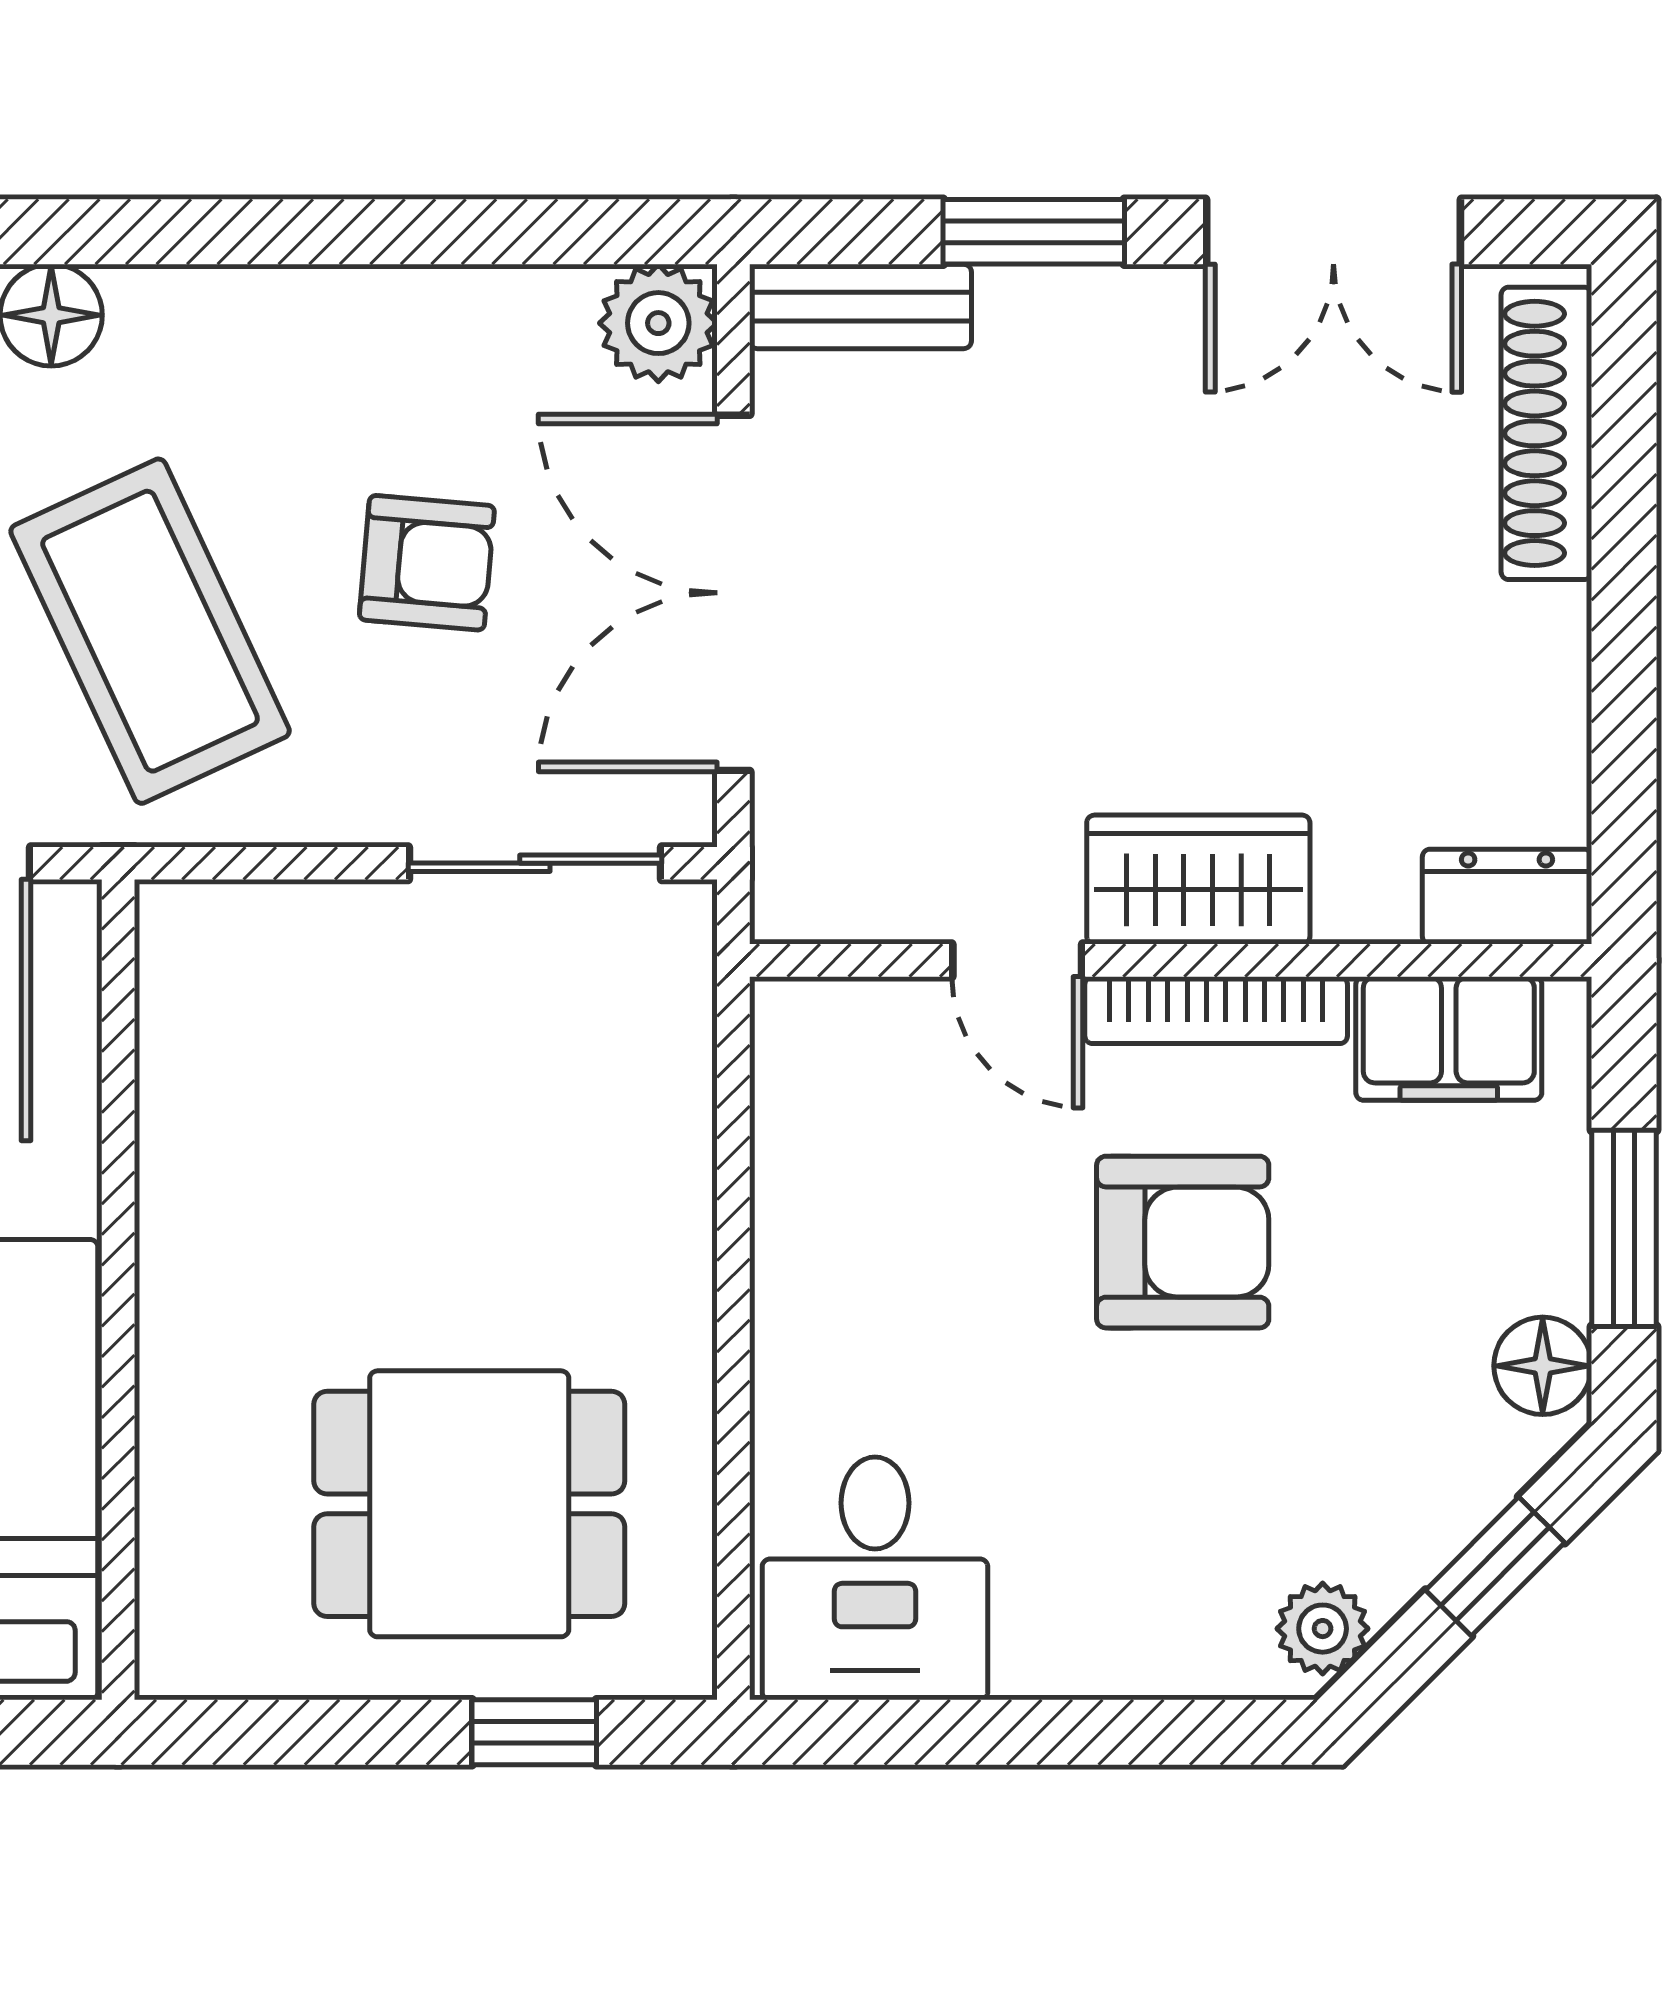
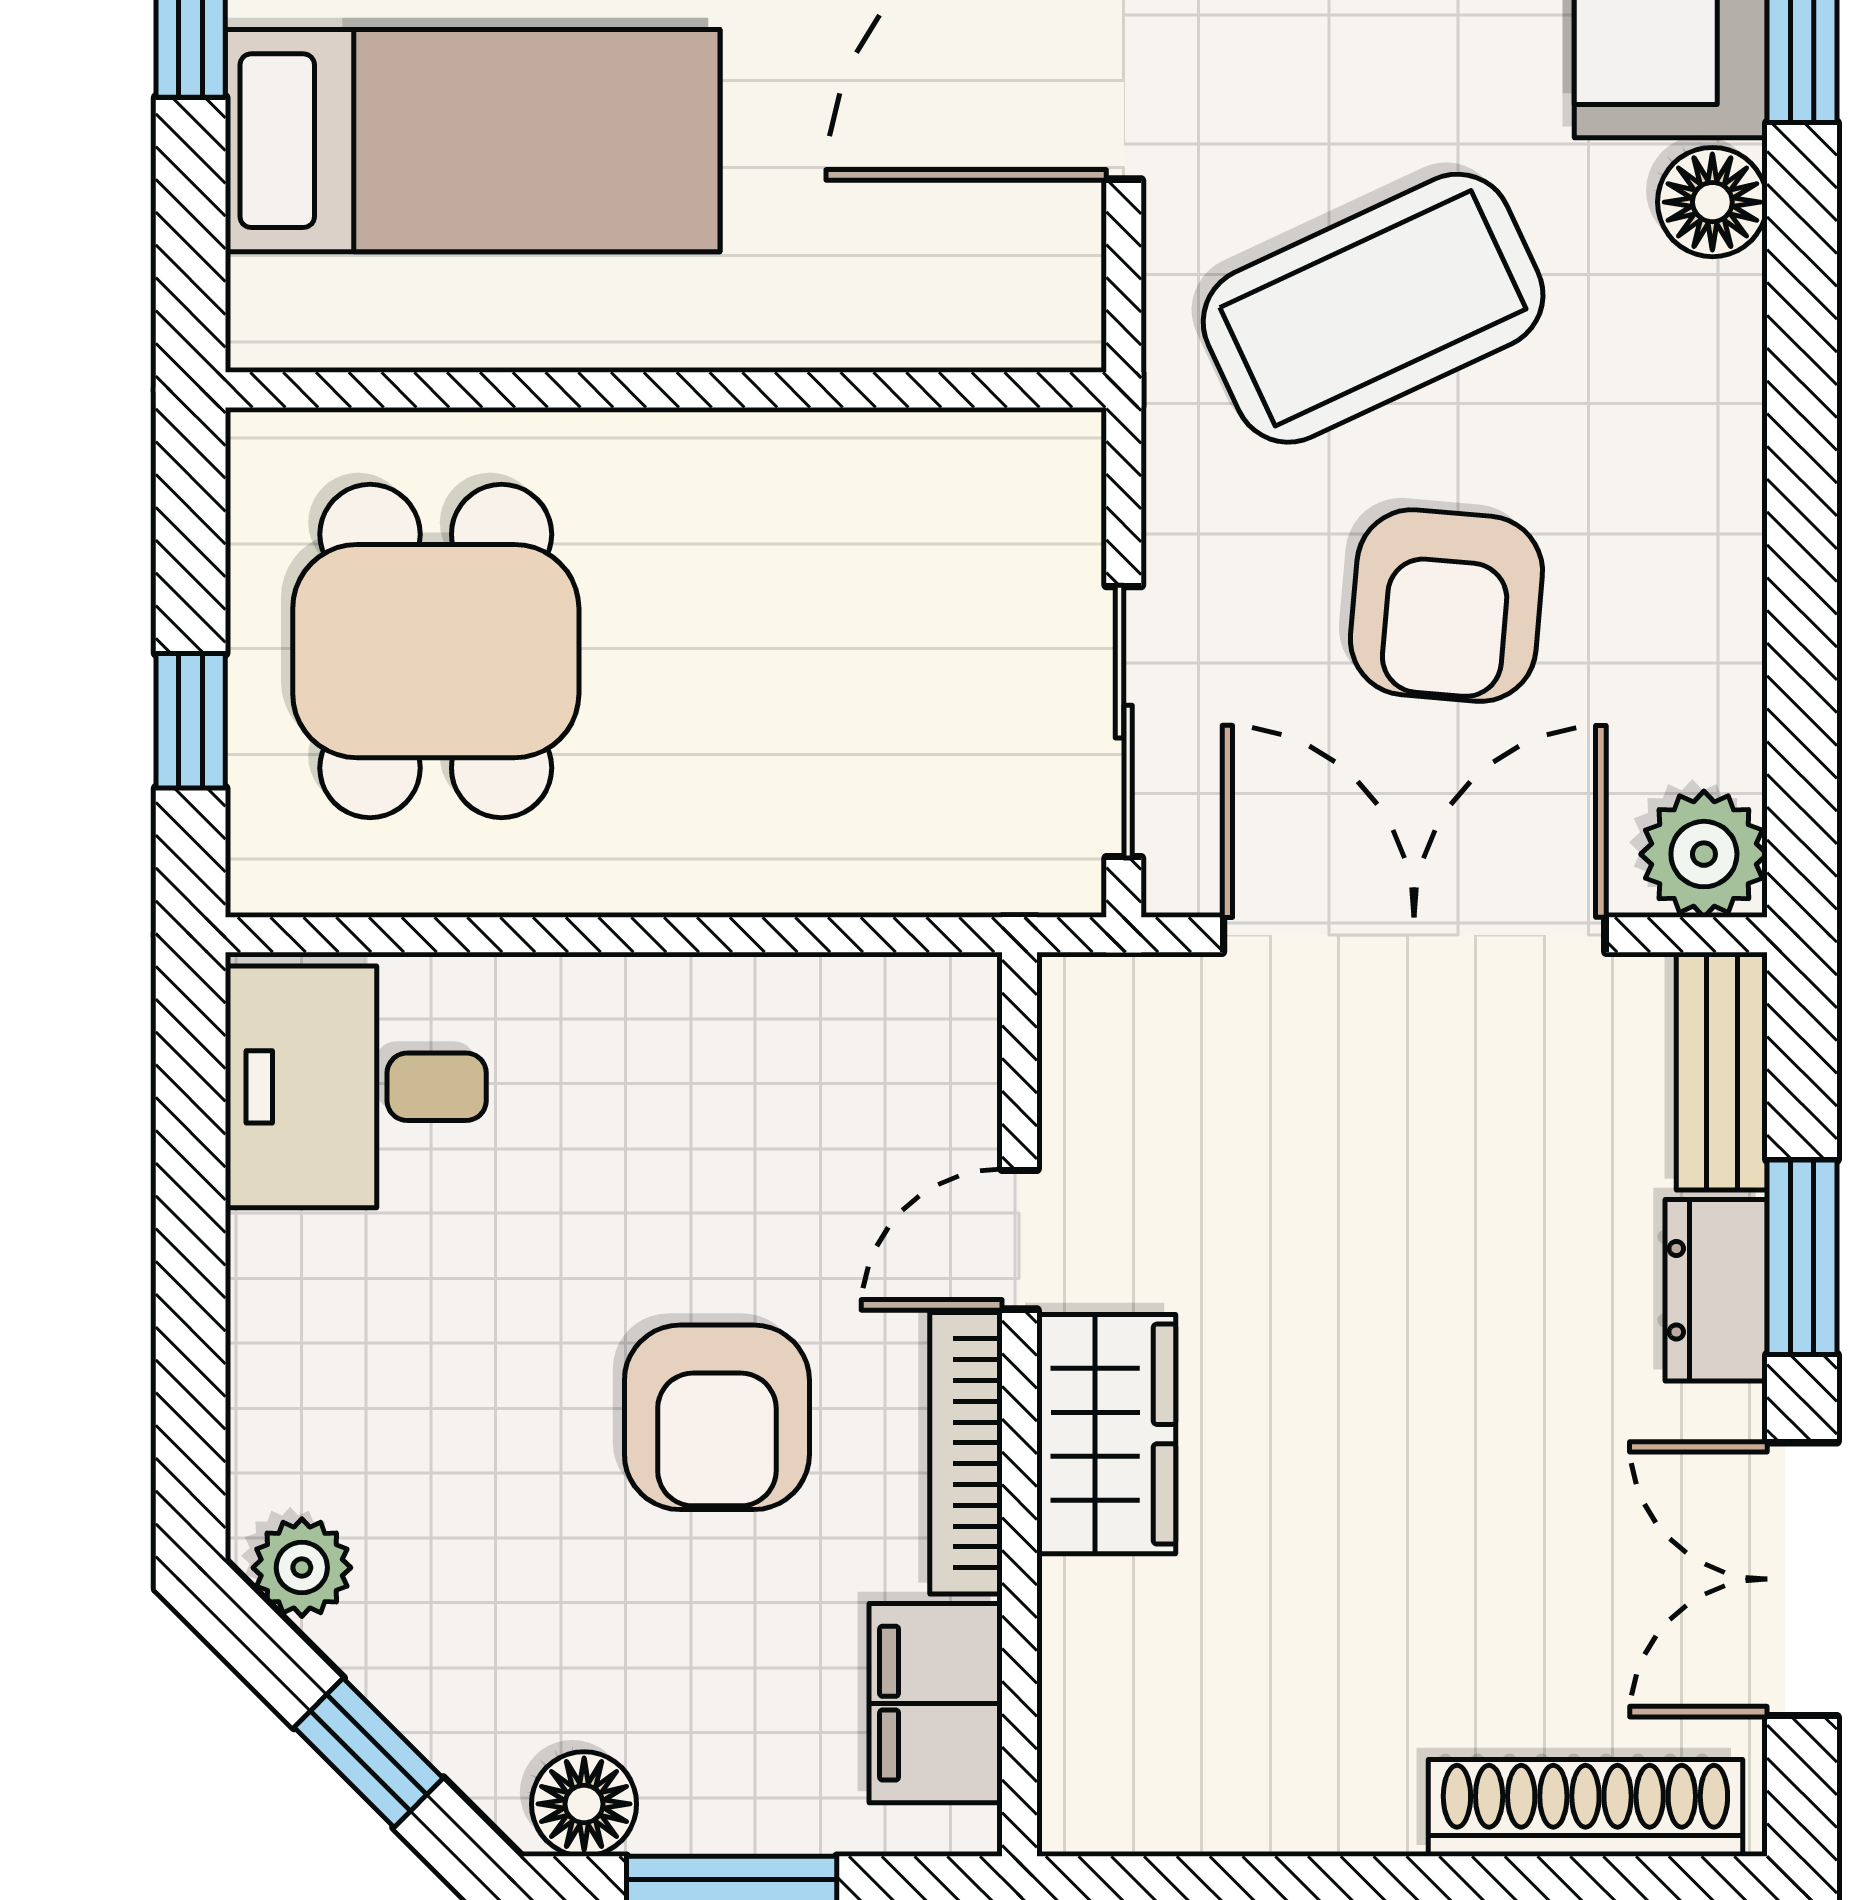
armchair: (427, 563) -> (1446, 606), width x1.38, depth x1.38
dresser: (1507, 897) -> (1716, 1290), moved, turned 180
wall: (118, 1290) -> (666, 390), moved

